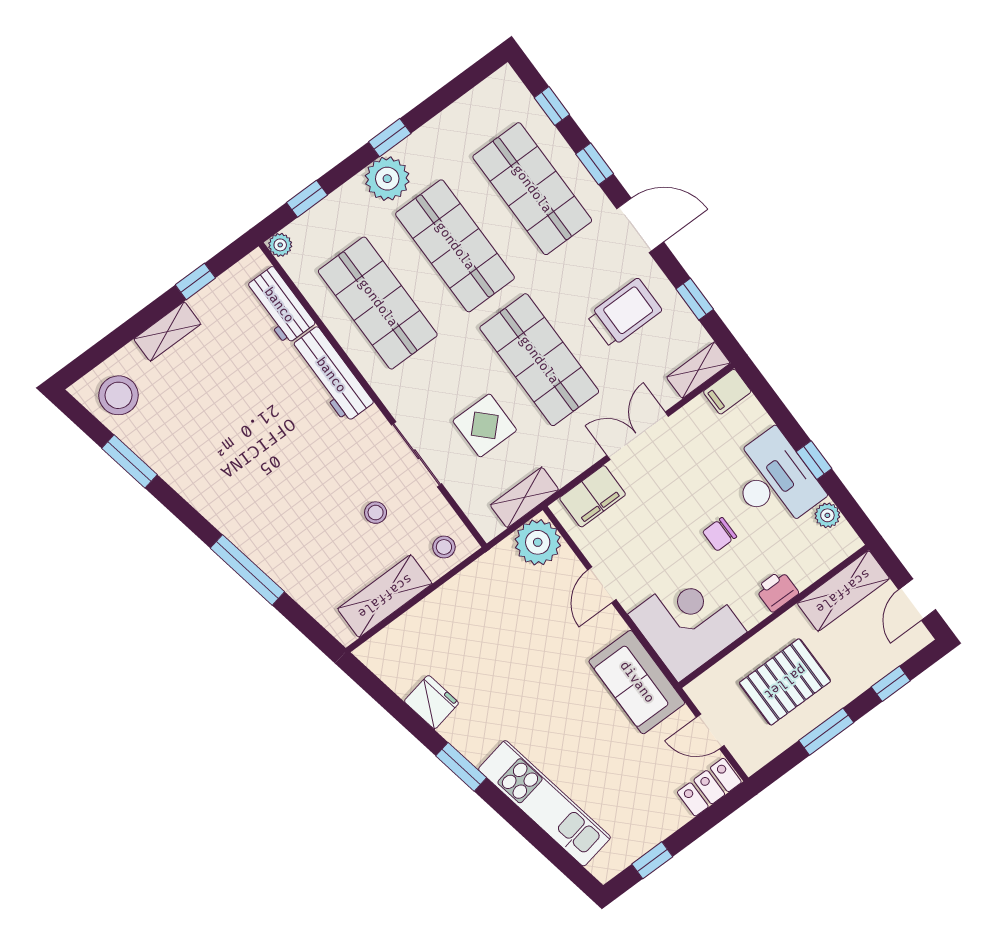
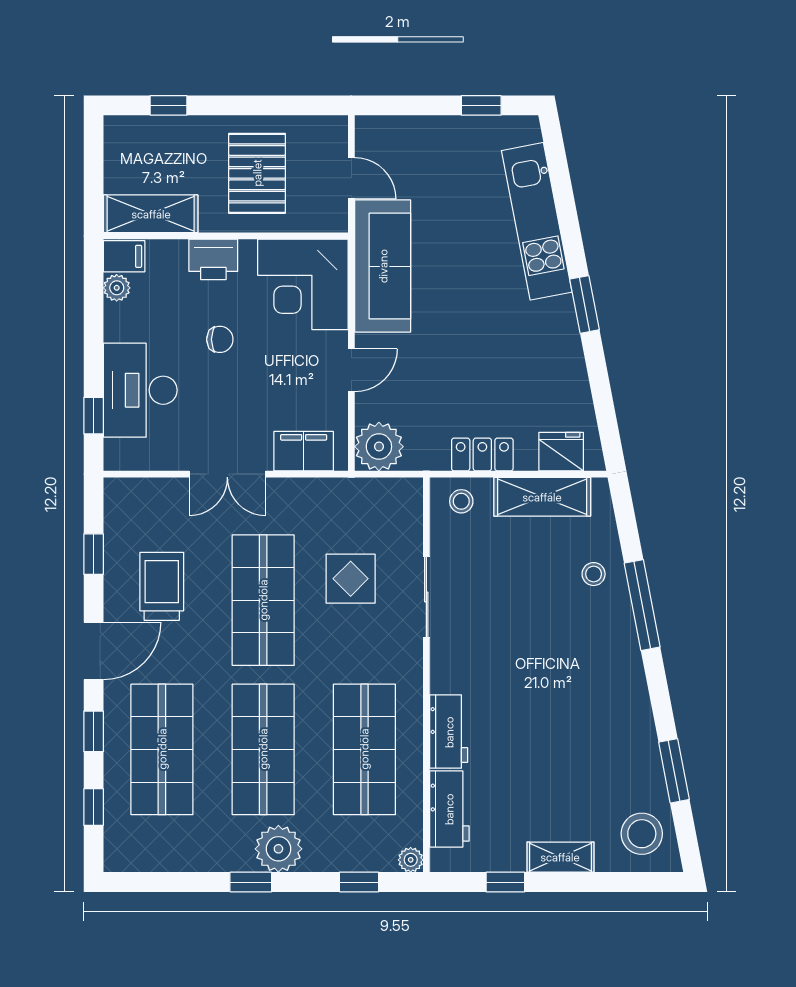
door: (640, 225) -> (94, 651), swing flipped
trolley: (624, 313) -> (162, 586), turned 90
shelving: (698, 370) -> (135, 492), removed
workbench: (331, 375) -> (449, 732), width x0.73
filing cabinet: (727, 392) -> (124, 256), moved
window: (814, 460) -> (94, 416), moved
desk: (774, 481) -> (140, 390), moved
shelving: (525, 497) -> (362, 493), removed
stool: (376, 513) -> (594, 574), moved
printer: (777, 591) -> (213, 259), width x1.36, depth x1.24
door: (917, 600) -> (94, 160), removed
sofa: (637, 682) -> (383, 266), width x1.36
pallet: (785, 682) -> (257, 173), turned 90
fridge: (431, 702) -> (561, 452), moved, turned 101
window: (826, 732) -> (253, 105), removed
locker: (709, 787) -> (482, 454), moved, turned 180

